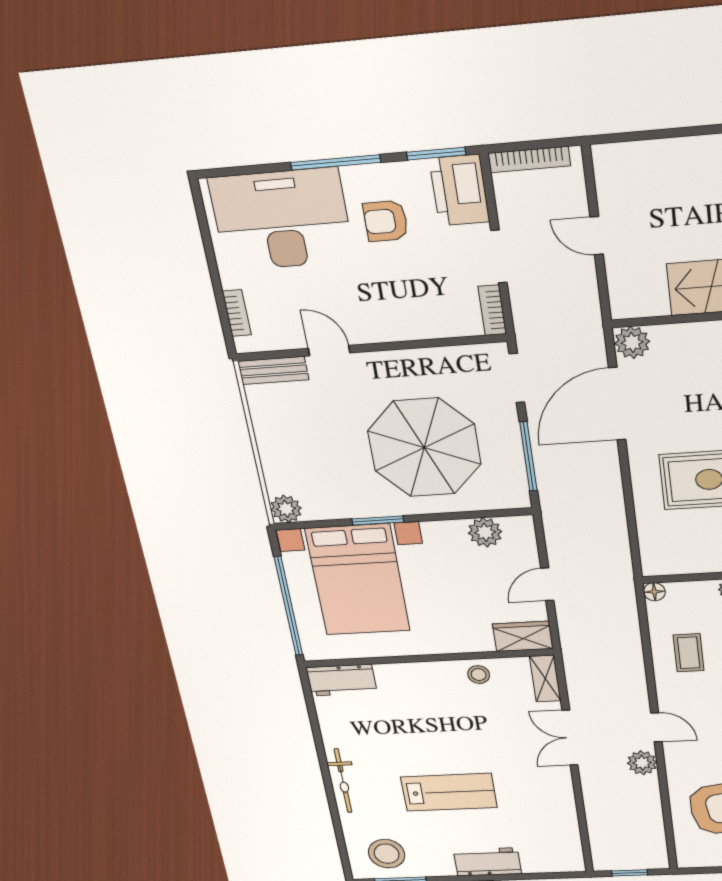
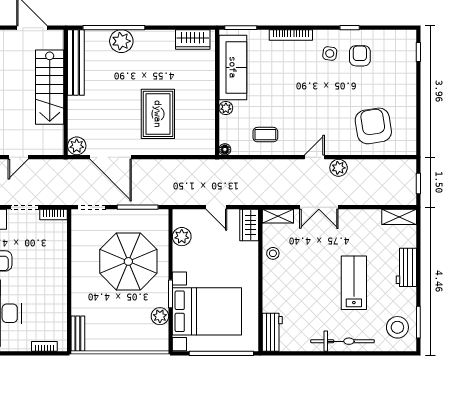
door: (329, 351) -> (69, 302), removed
plant: (286, 509) -> (160, 316), moved
bicycle: (343, 781) -> (343, 341), width x1.37, depth x1.40
shelving: (570, 849) -> (399, 217), added

